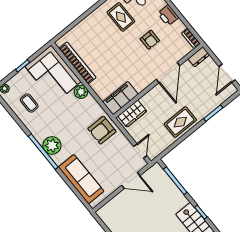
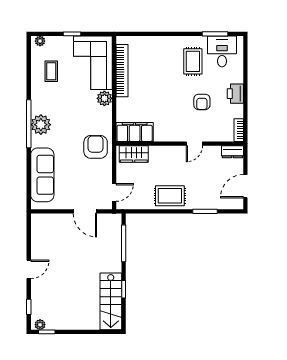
door: (168, 73) -> (194, 144), width x0.53
armchair: (102, 130) -> (96, 147), turned 90

